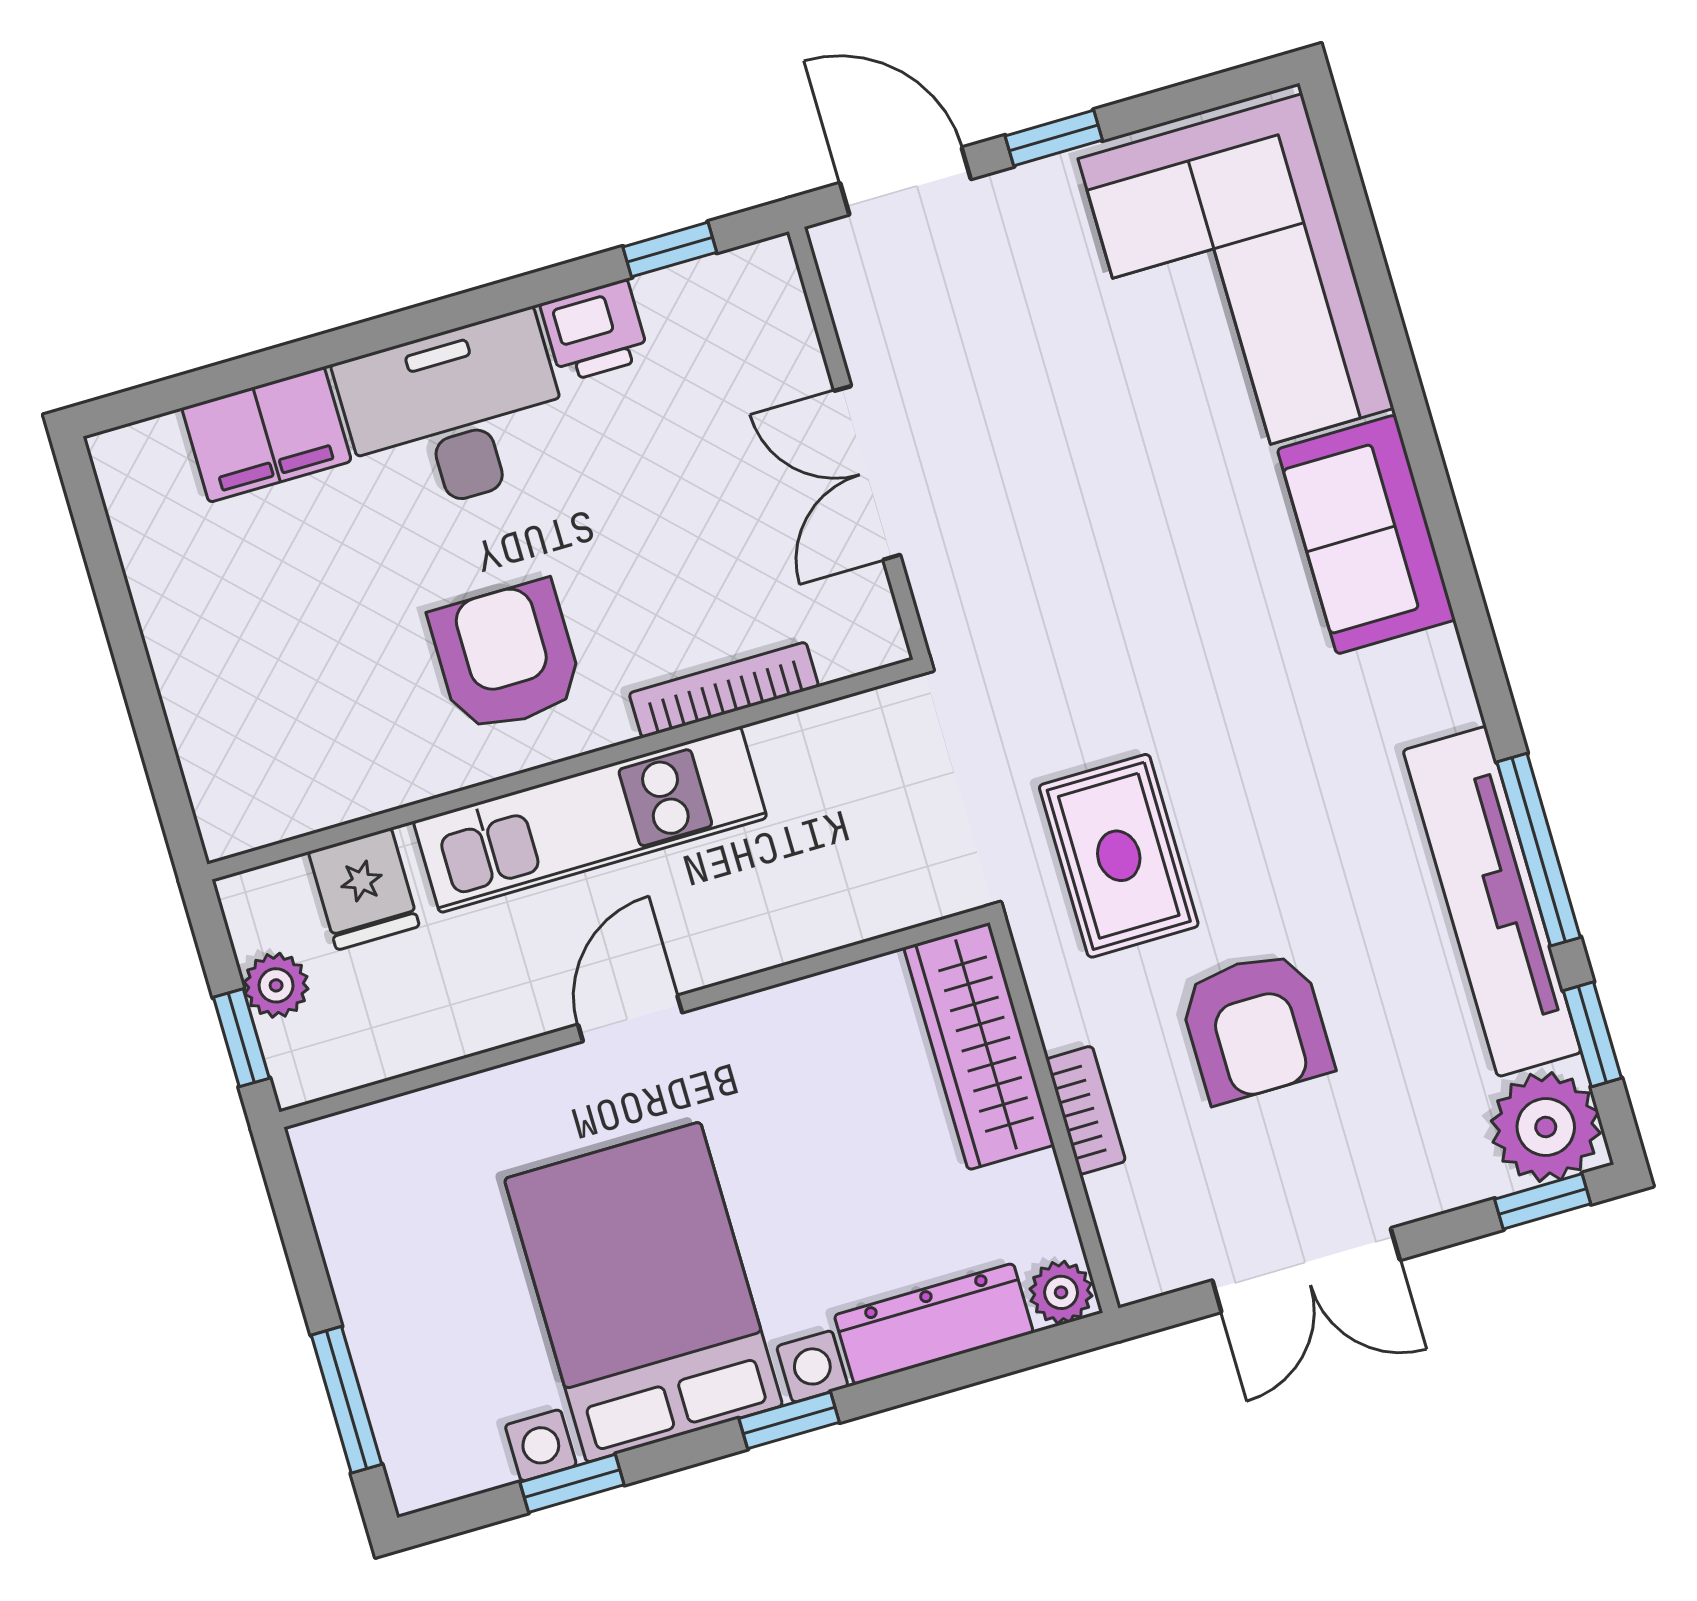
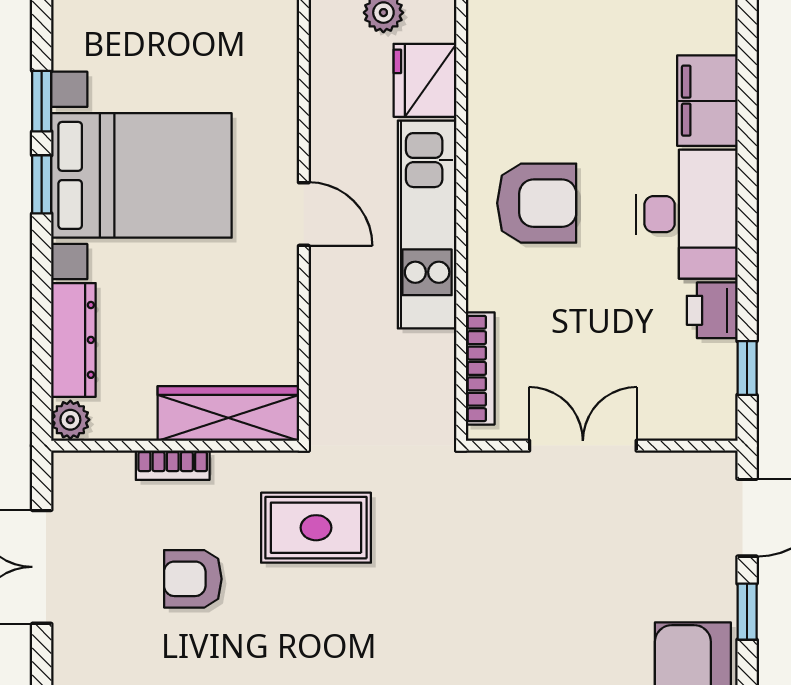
bookcase: (724, 690) -> (480, 368), moved
fridge: (364, 889) -> (425, 80), width x1.38
armchair: (1256, 1026) -> (193, 579), width x0.72, depth x0.72
window: (789, 1420) -> (42, 184), moved

